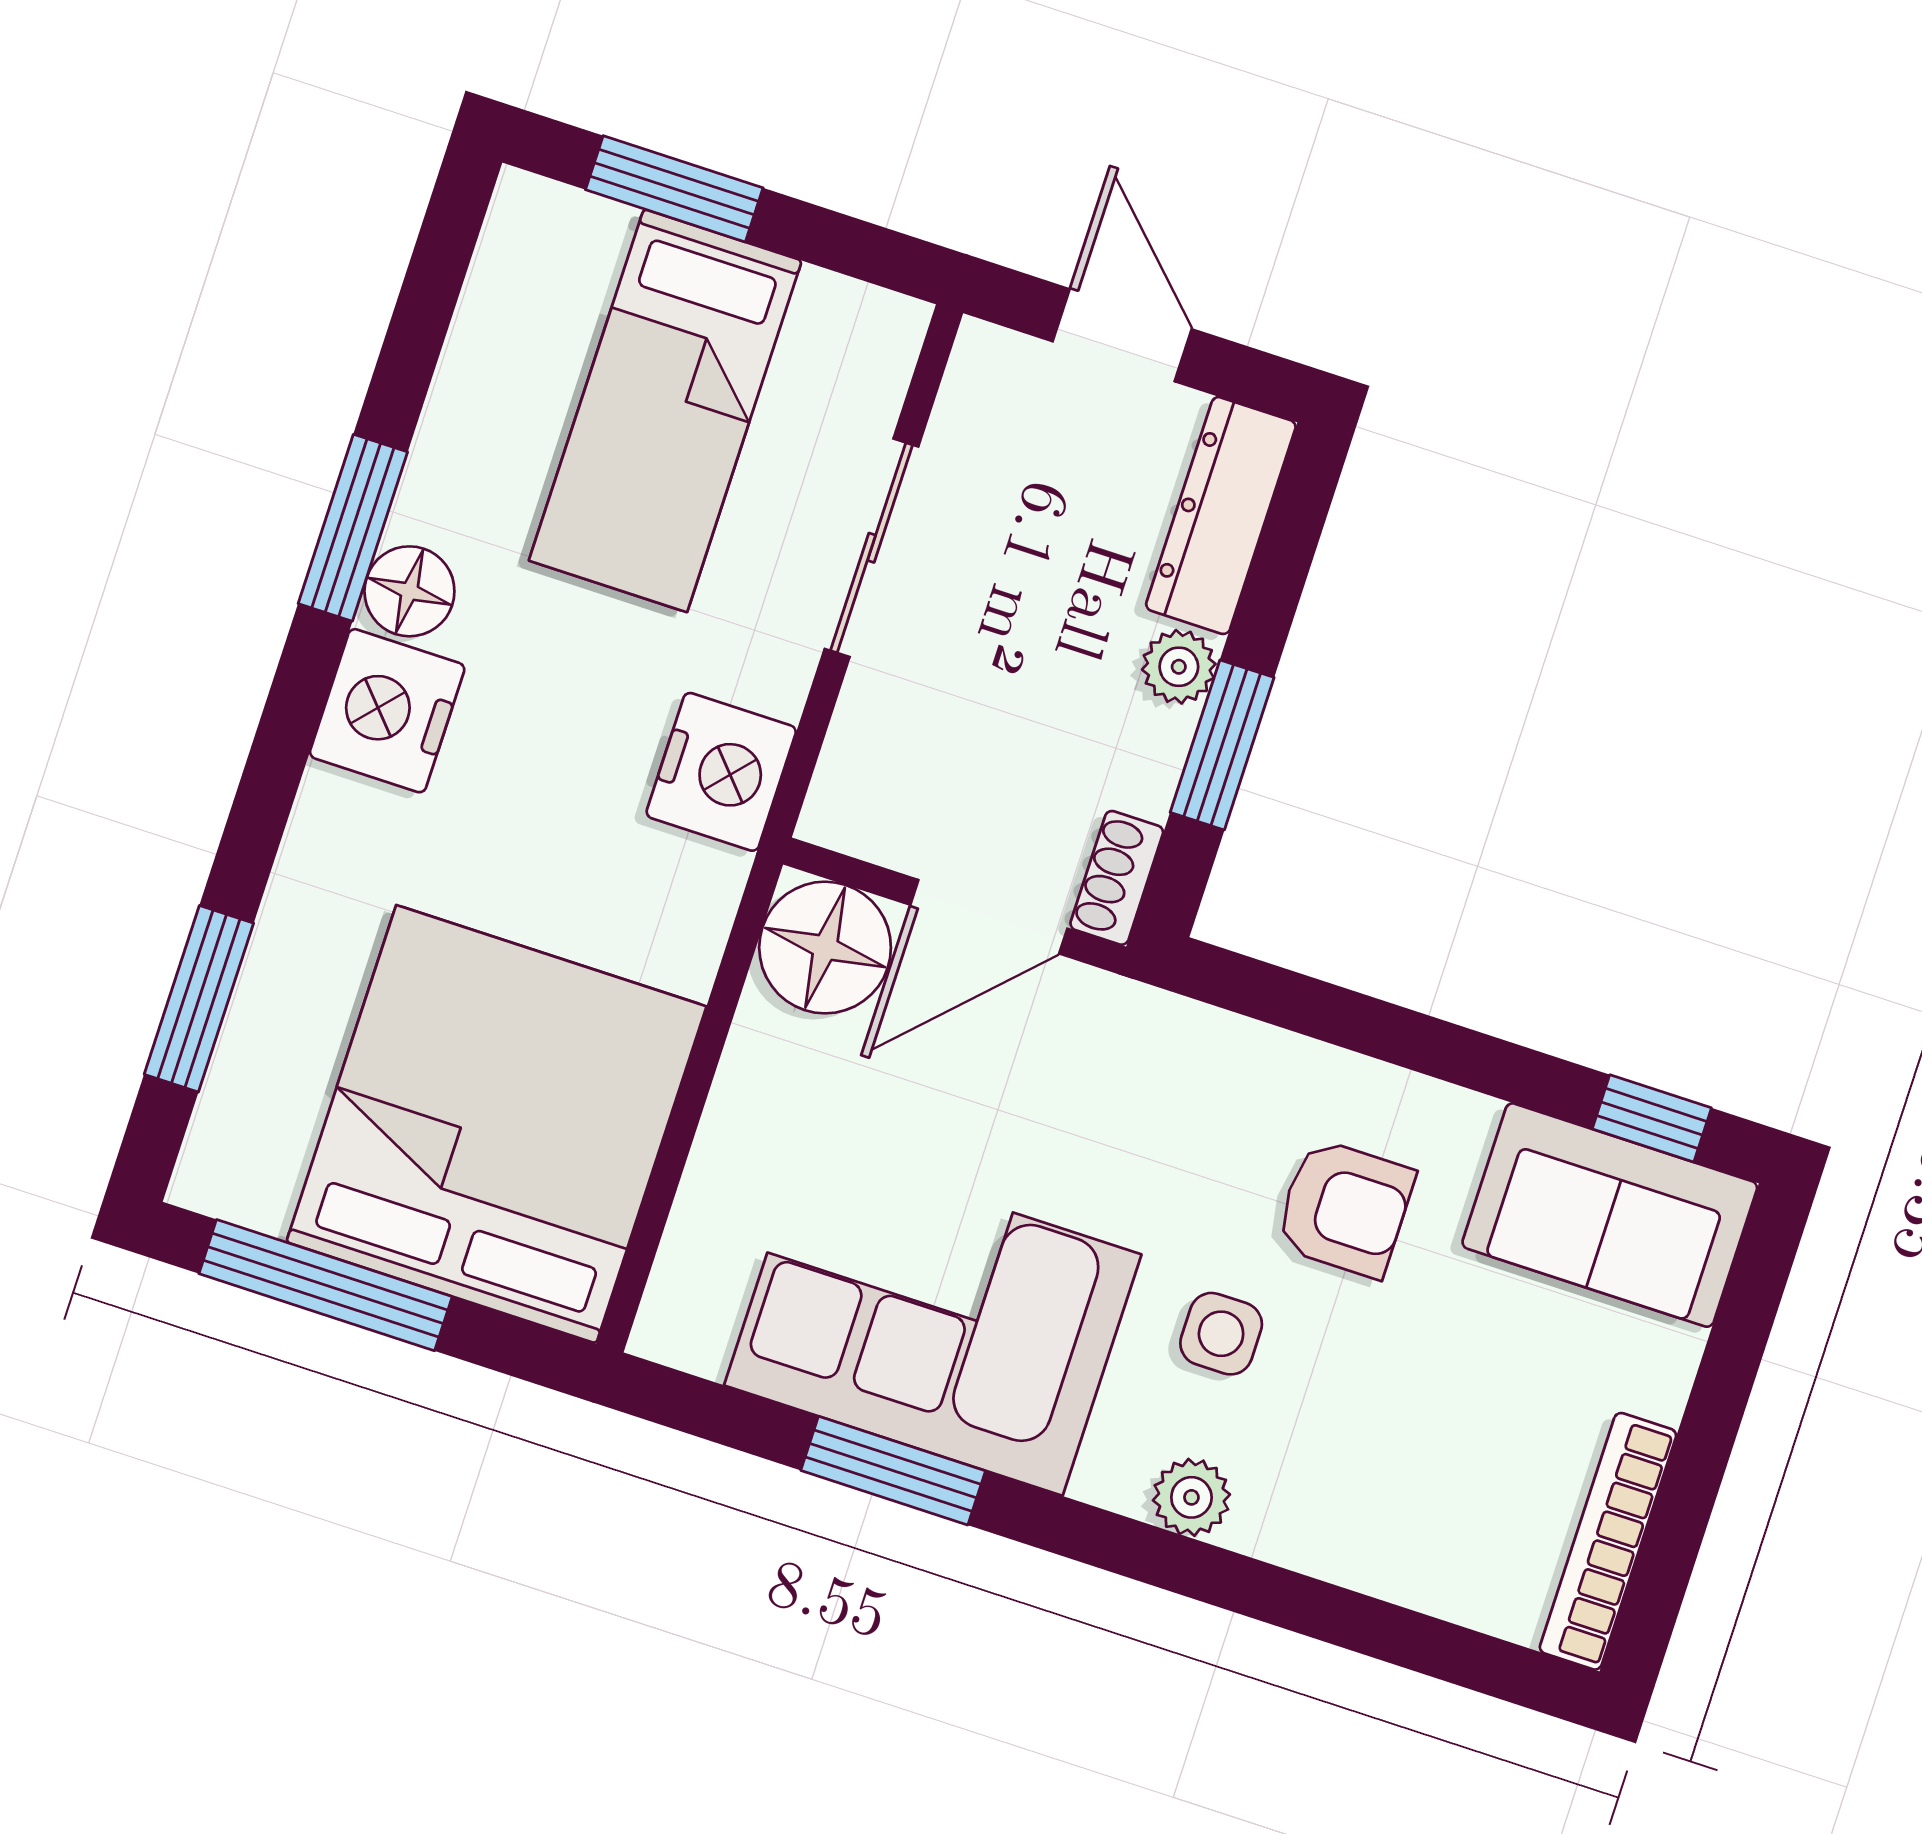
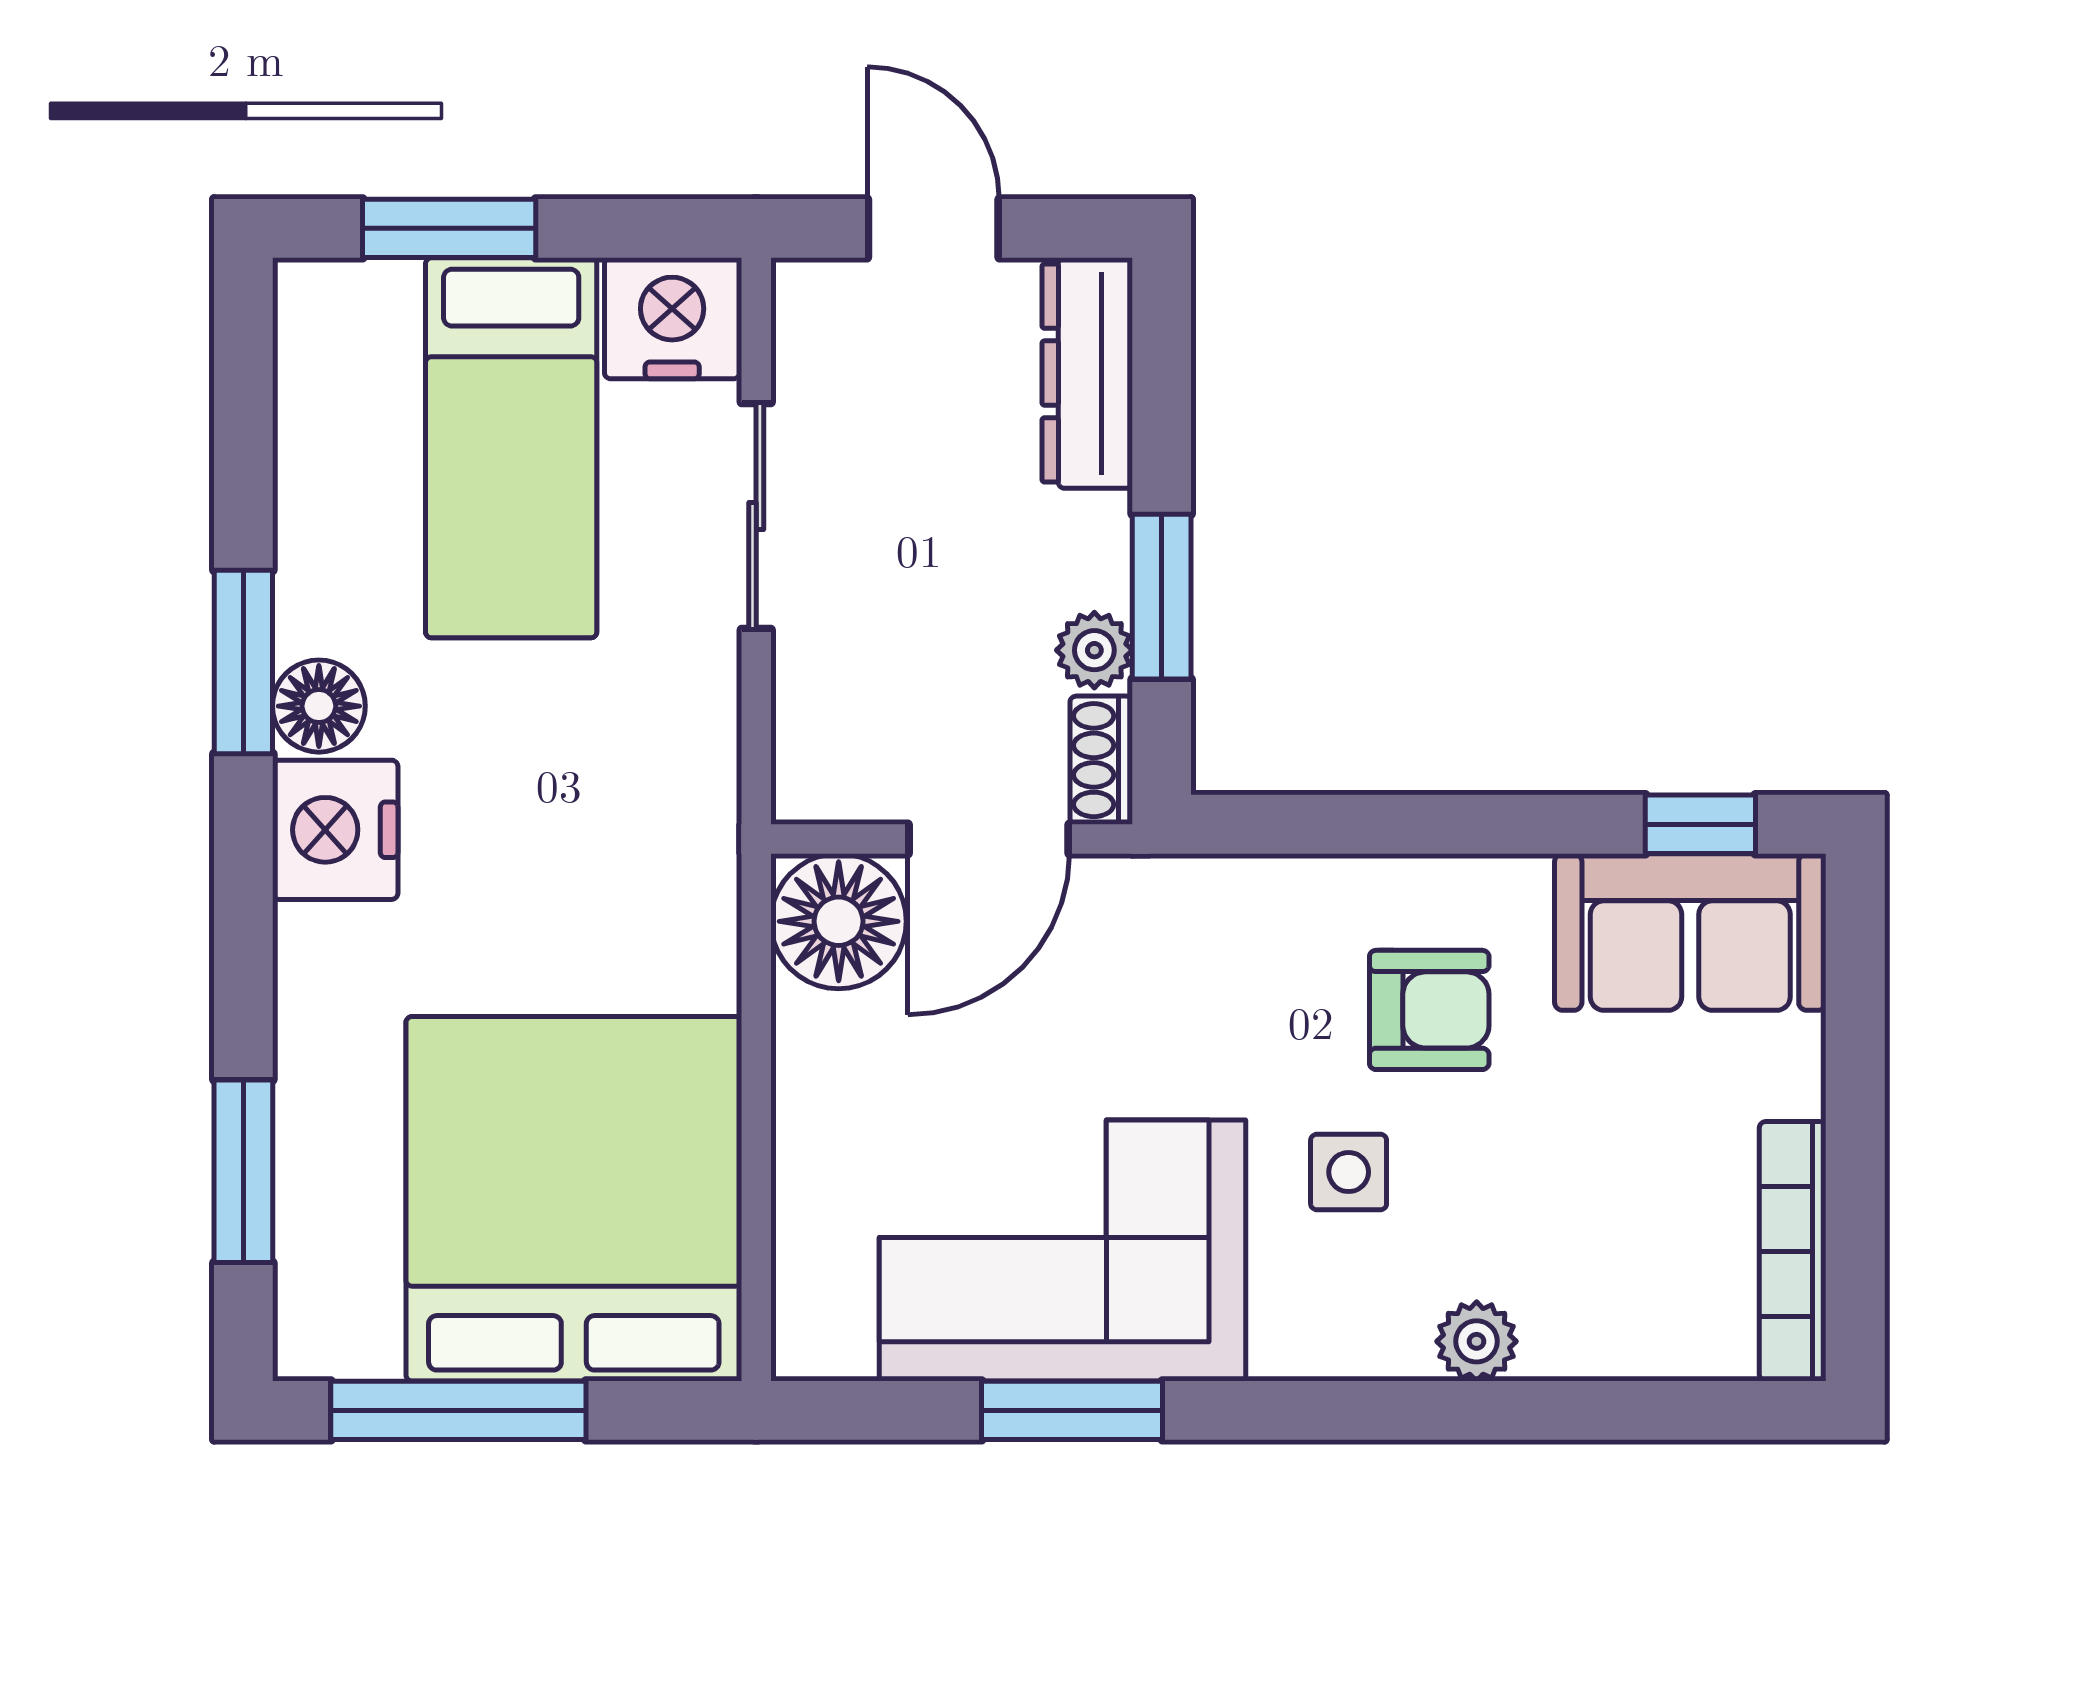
plant: (1179, 667) -> (1094, 650), moved
nightstand: (721, 772) -> (672, 318), moved, turned -90
plant: (1191, 1497) -> (1477, 1341), moved

